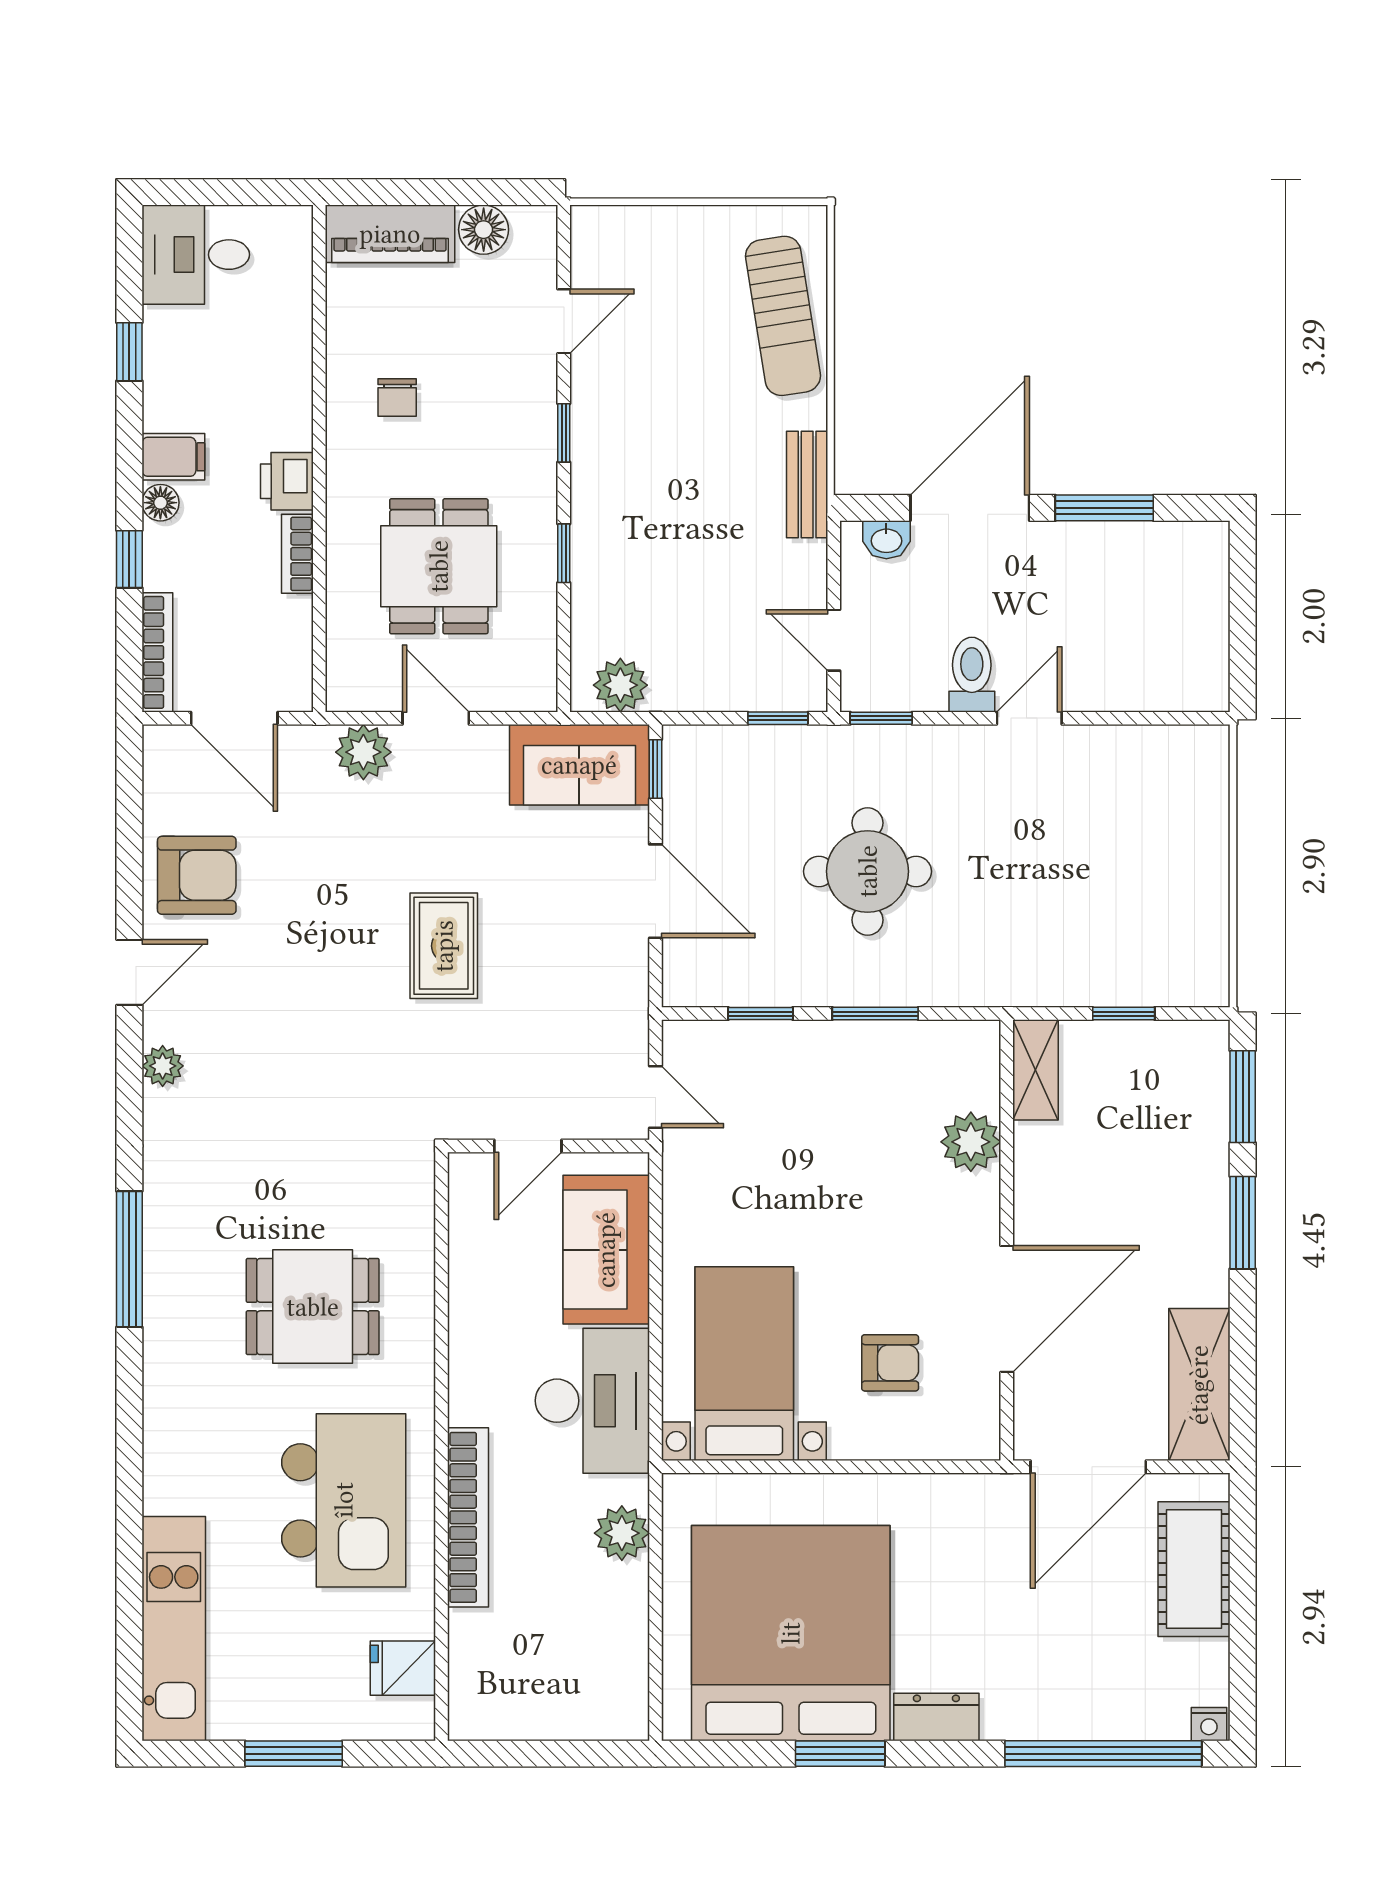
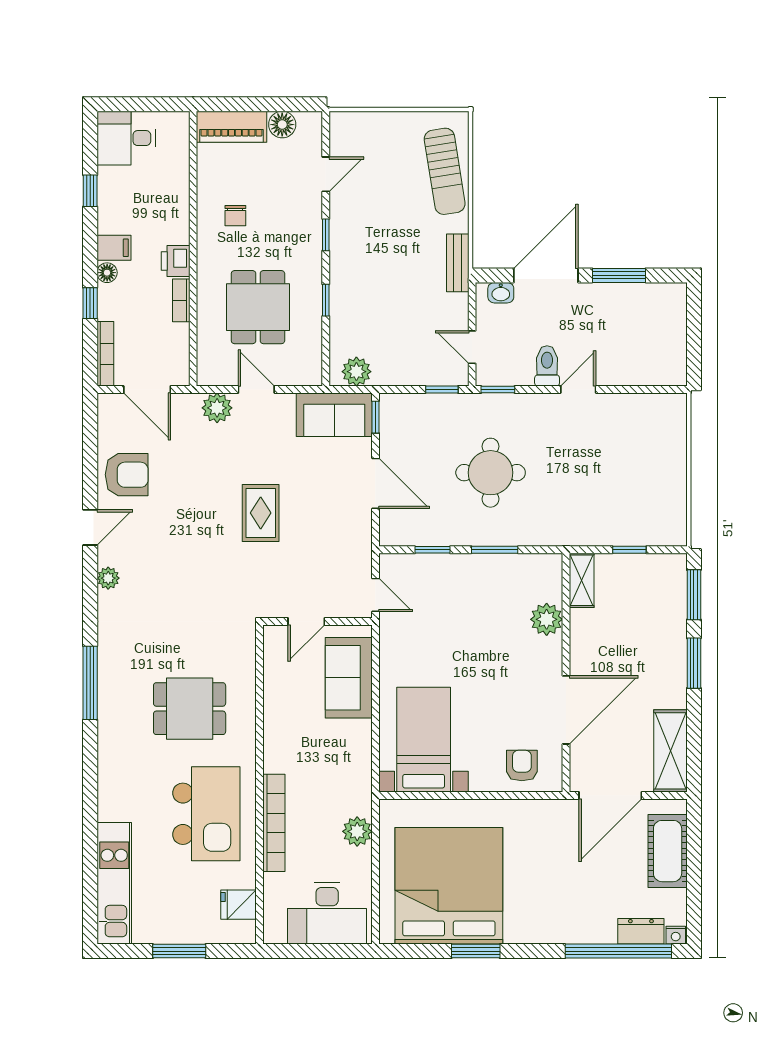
armchair: (890, 1363) -> (522, 766), moved, turned -90
desk: (592, 1401) -> (327, 913), moved, turned 90
dresser: (936, 1717) -> (641, 931), moved

